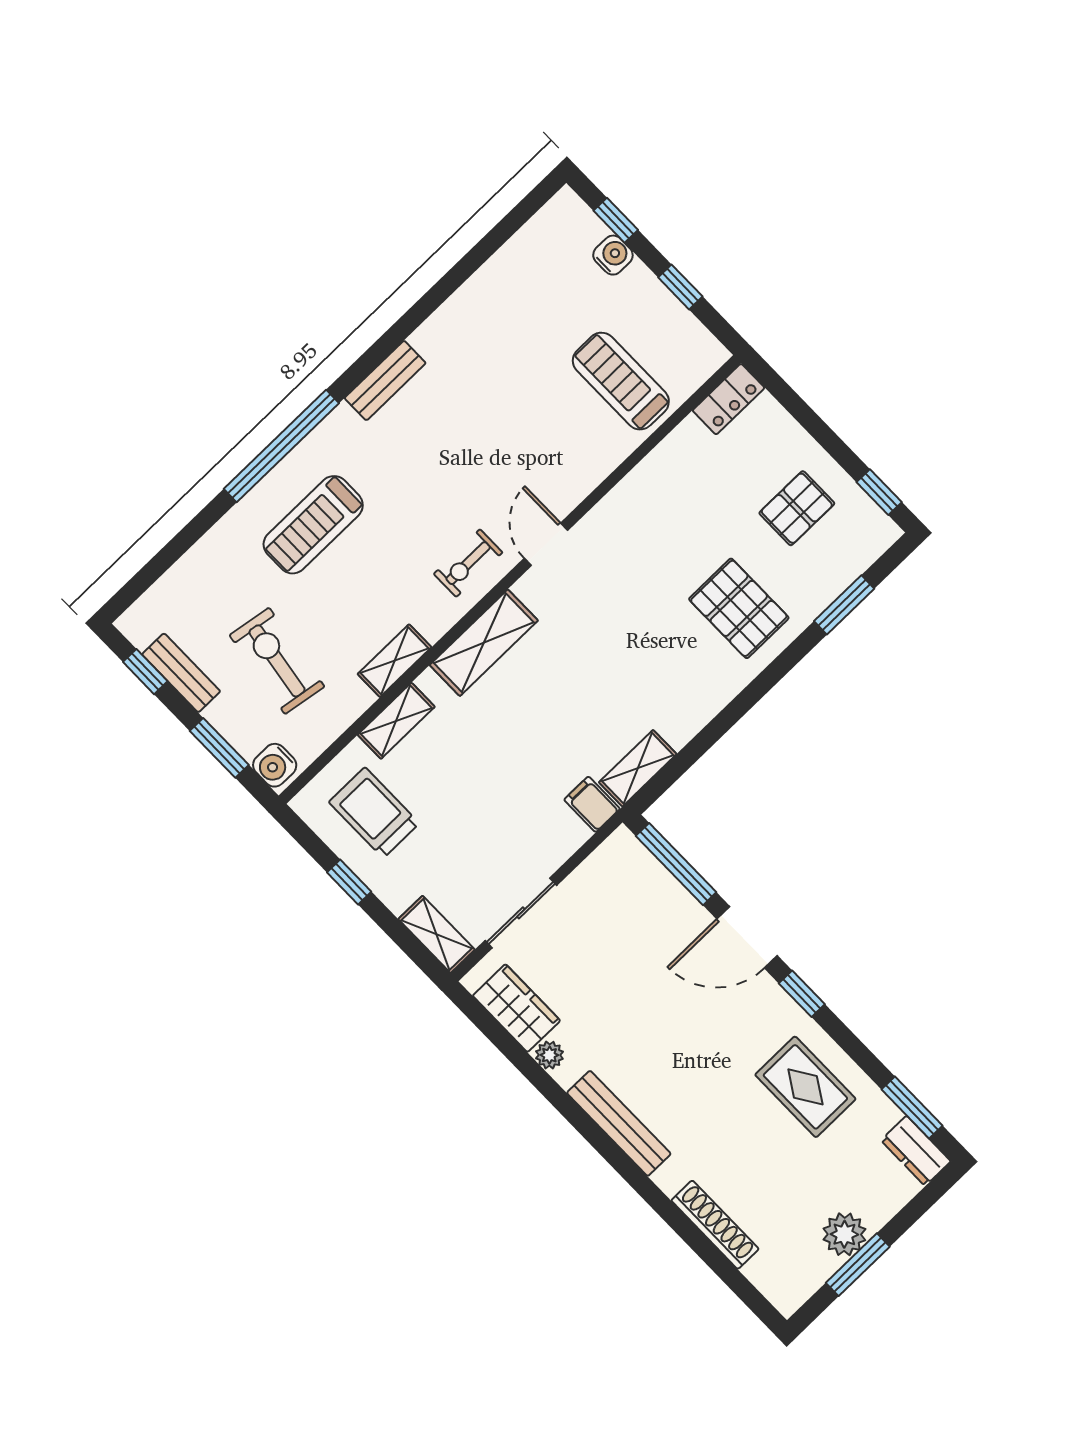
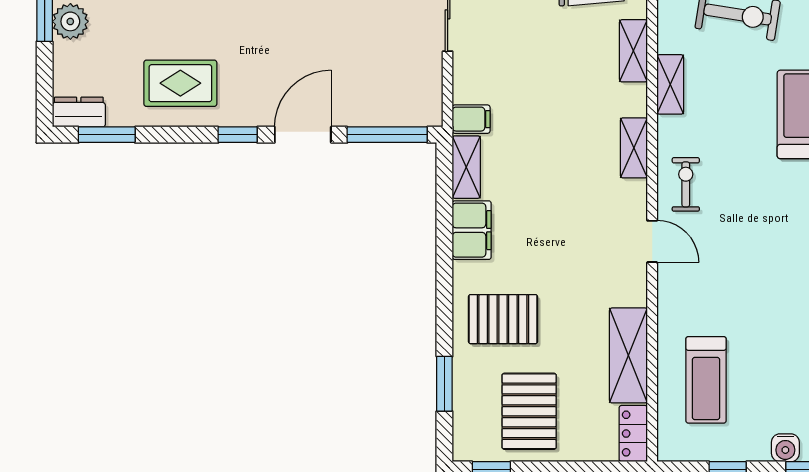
treadmill: (621, 381) -> (706, 380), turned 90
shelving: (665, 469) -> (628, 355), added
pallet: (797, 508) -> (529, 411), width x1.50, depth x1.42
shelving: (484, 643) -> (634, 148), width x0.67, depth x0.75
filing cabinet: (688, 710) -> (472, 230), added

